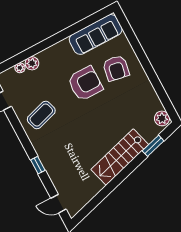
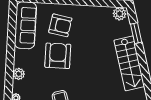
plant: (32, 63) -> (19, 74), moved

